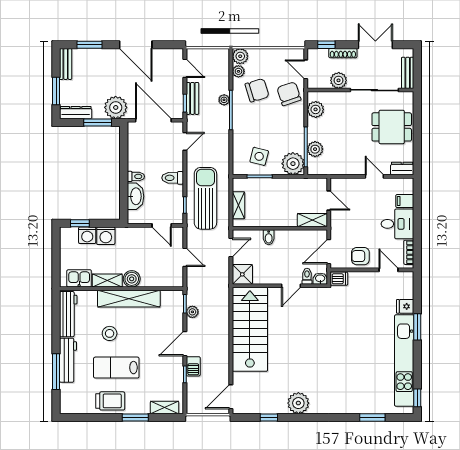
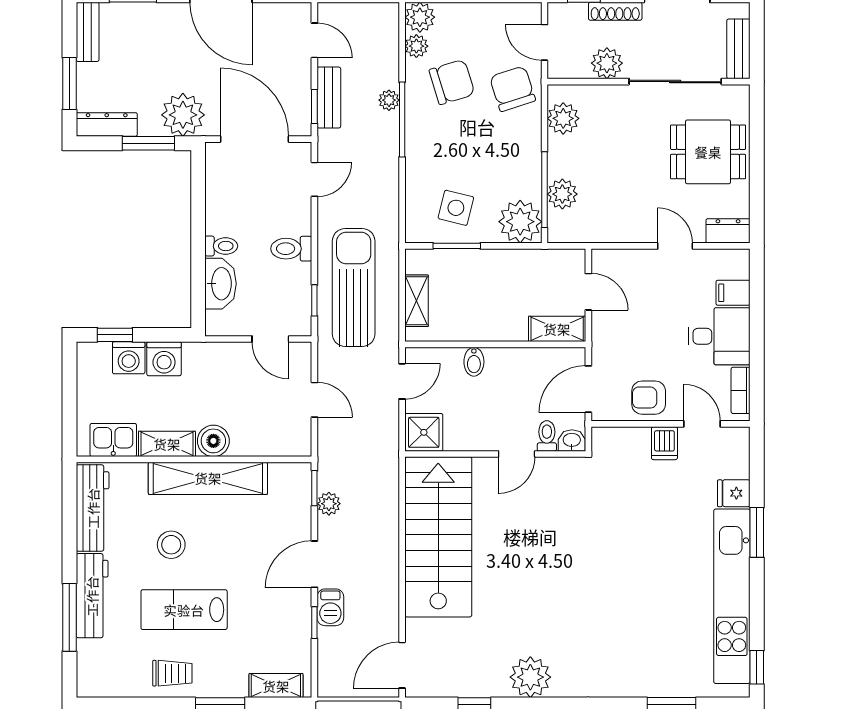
dishwasher: (339, 279) -> (664, 443), moved, turned 90
trolley: (110, 401) -> (172, 673), width x0.73, depth x0.72

